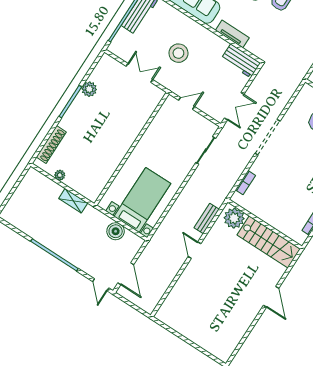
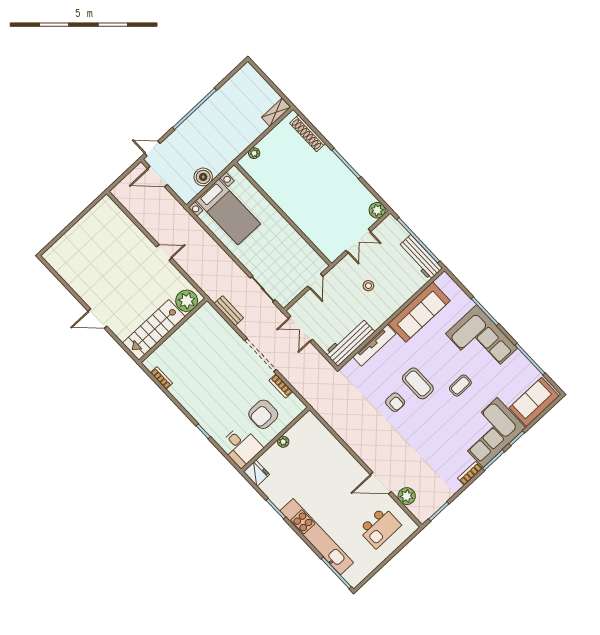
tv unit: (232, 34) -> (374, 345), width x1.41
stool: (178, 53) -> (368, 286), width x0.53, depth x0.53
workbench: (241, 61) -> (350, 342), width x1.38
plant: (89, 89) -> (377, 210), moved
plant: (60, 175) -> (254, 153), moved
bookcase: (245, 183) -> (281, 386), moved
shelving: (73, 201) -> (276, 112), moved
bench: (207, 218) -> (229, 311), moved

